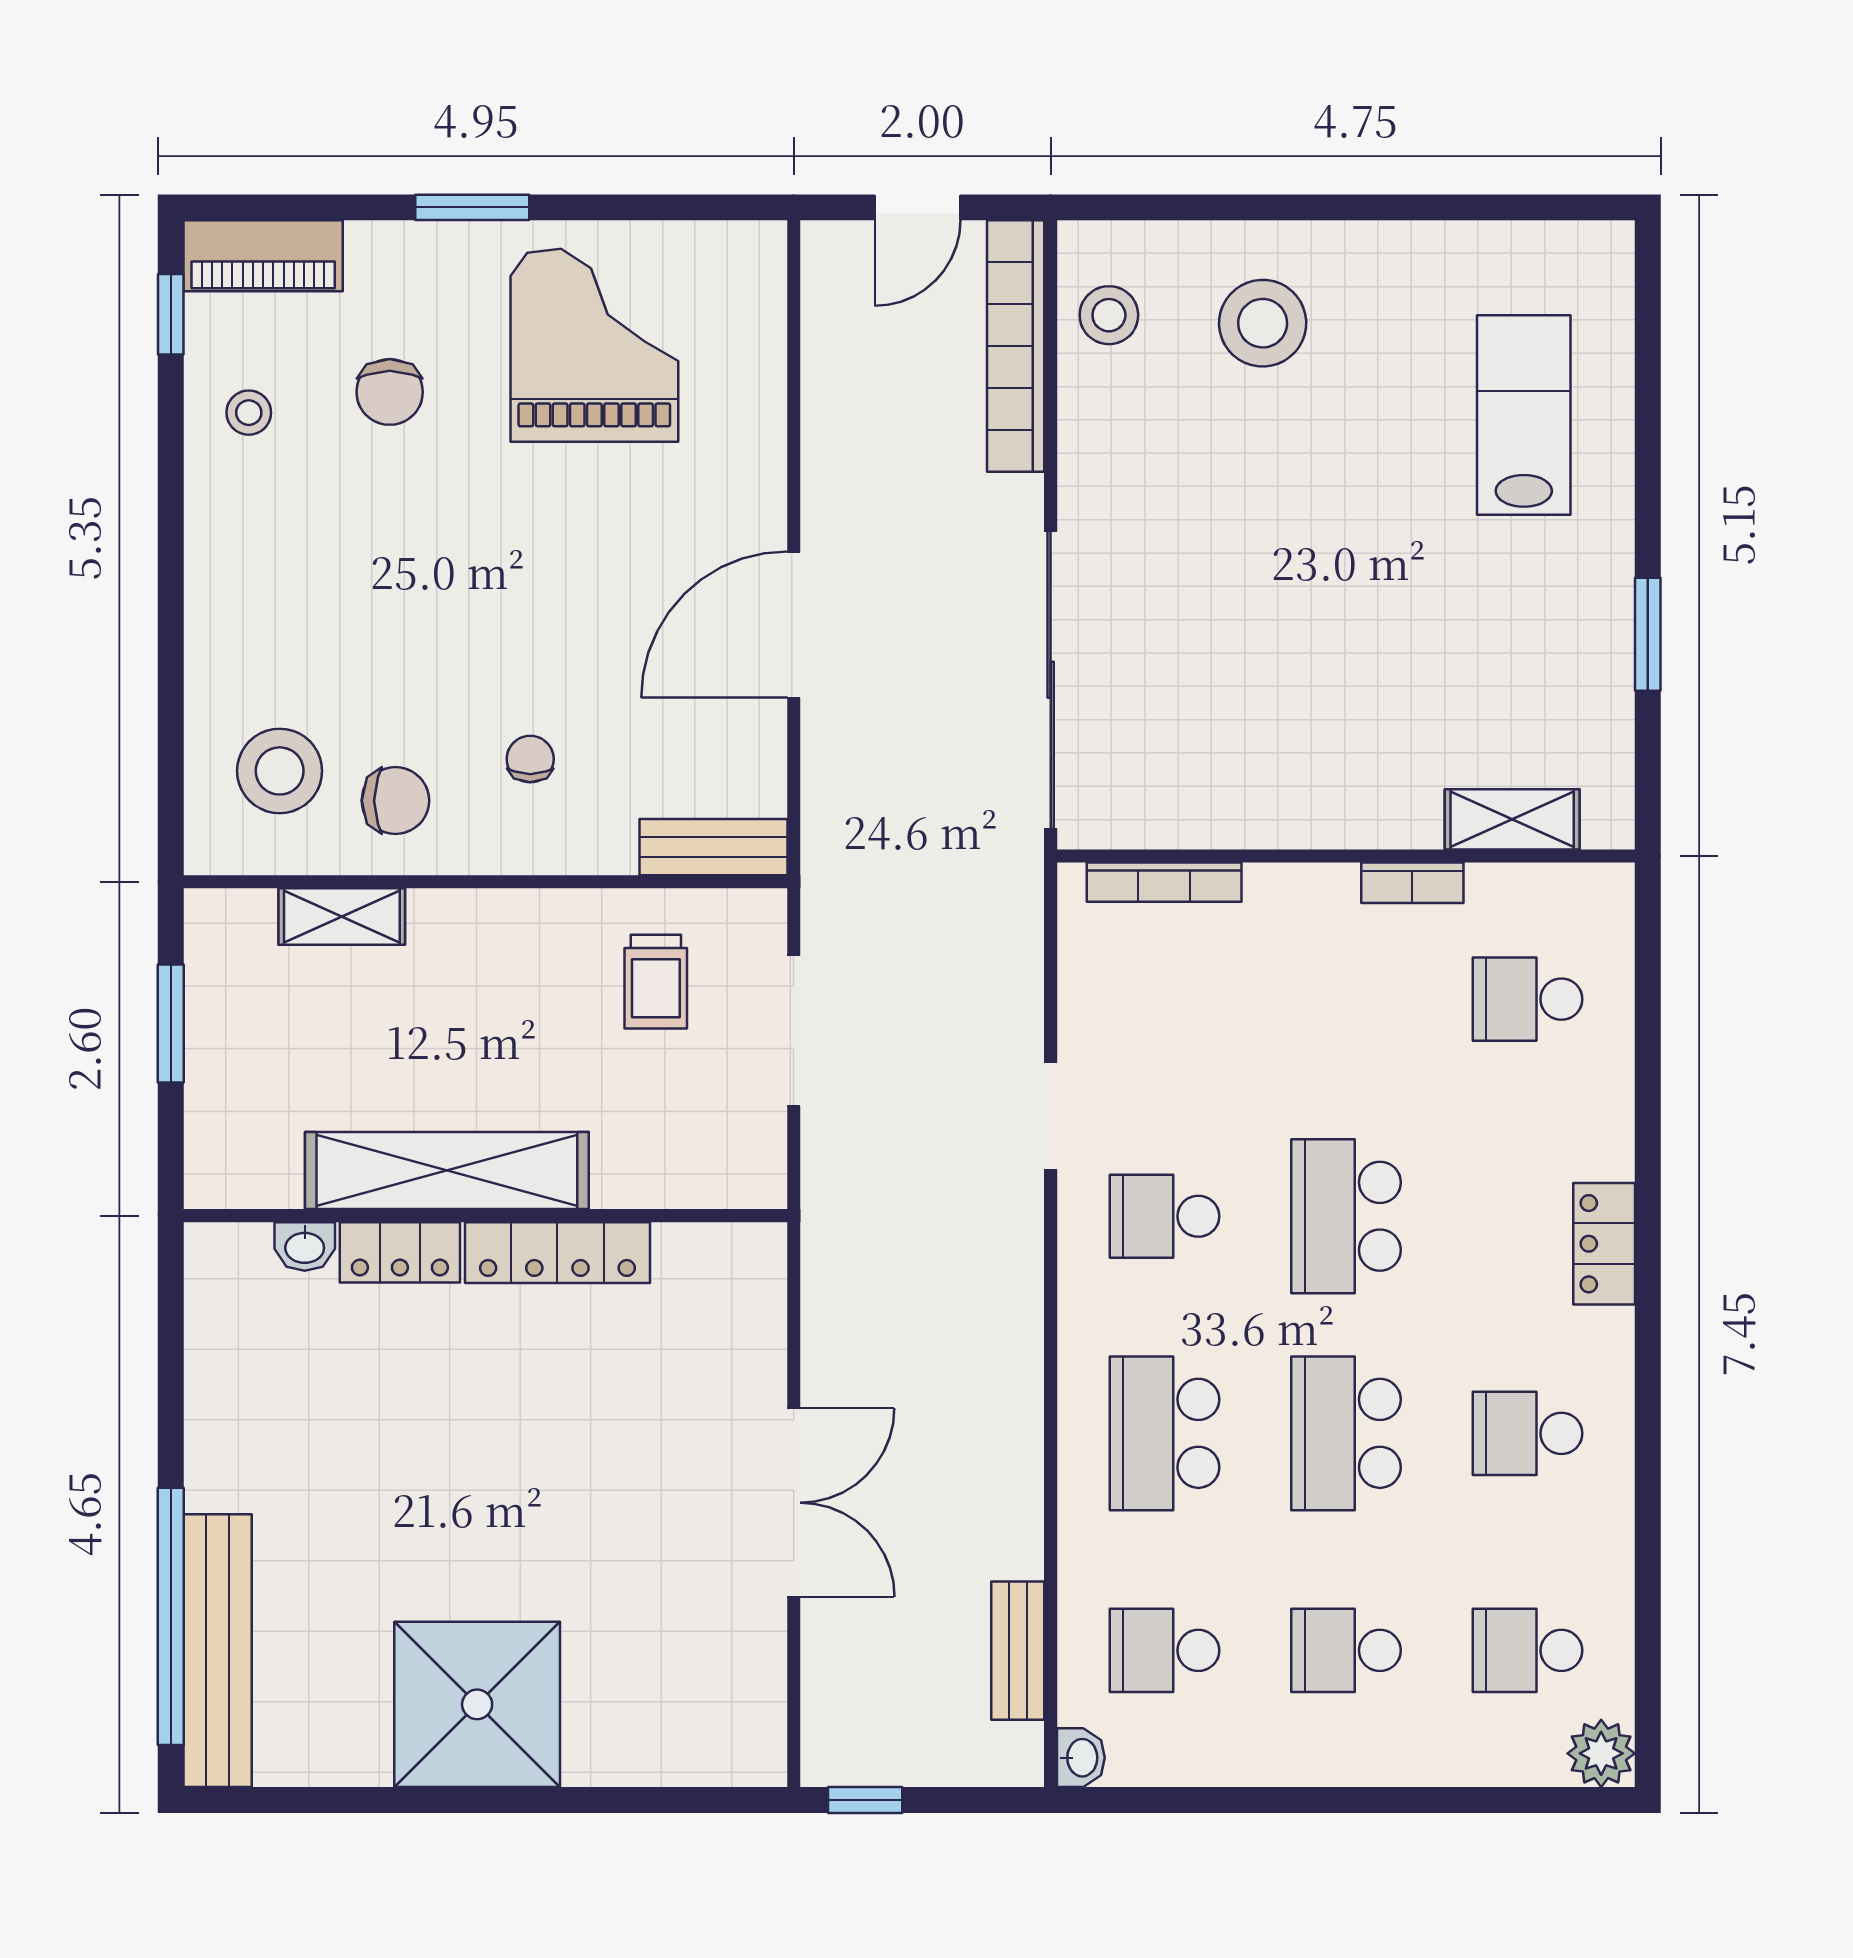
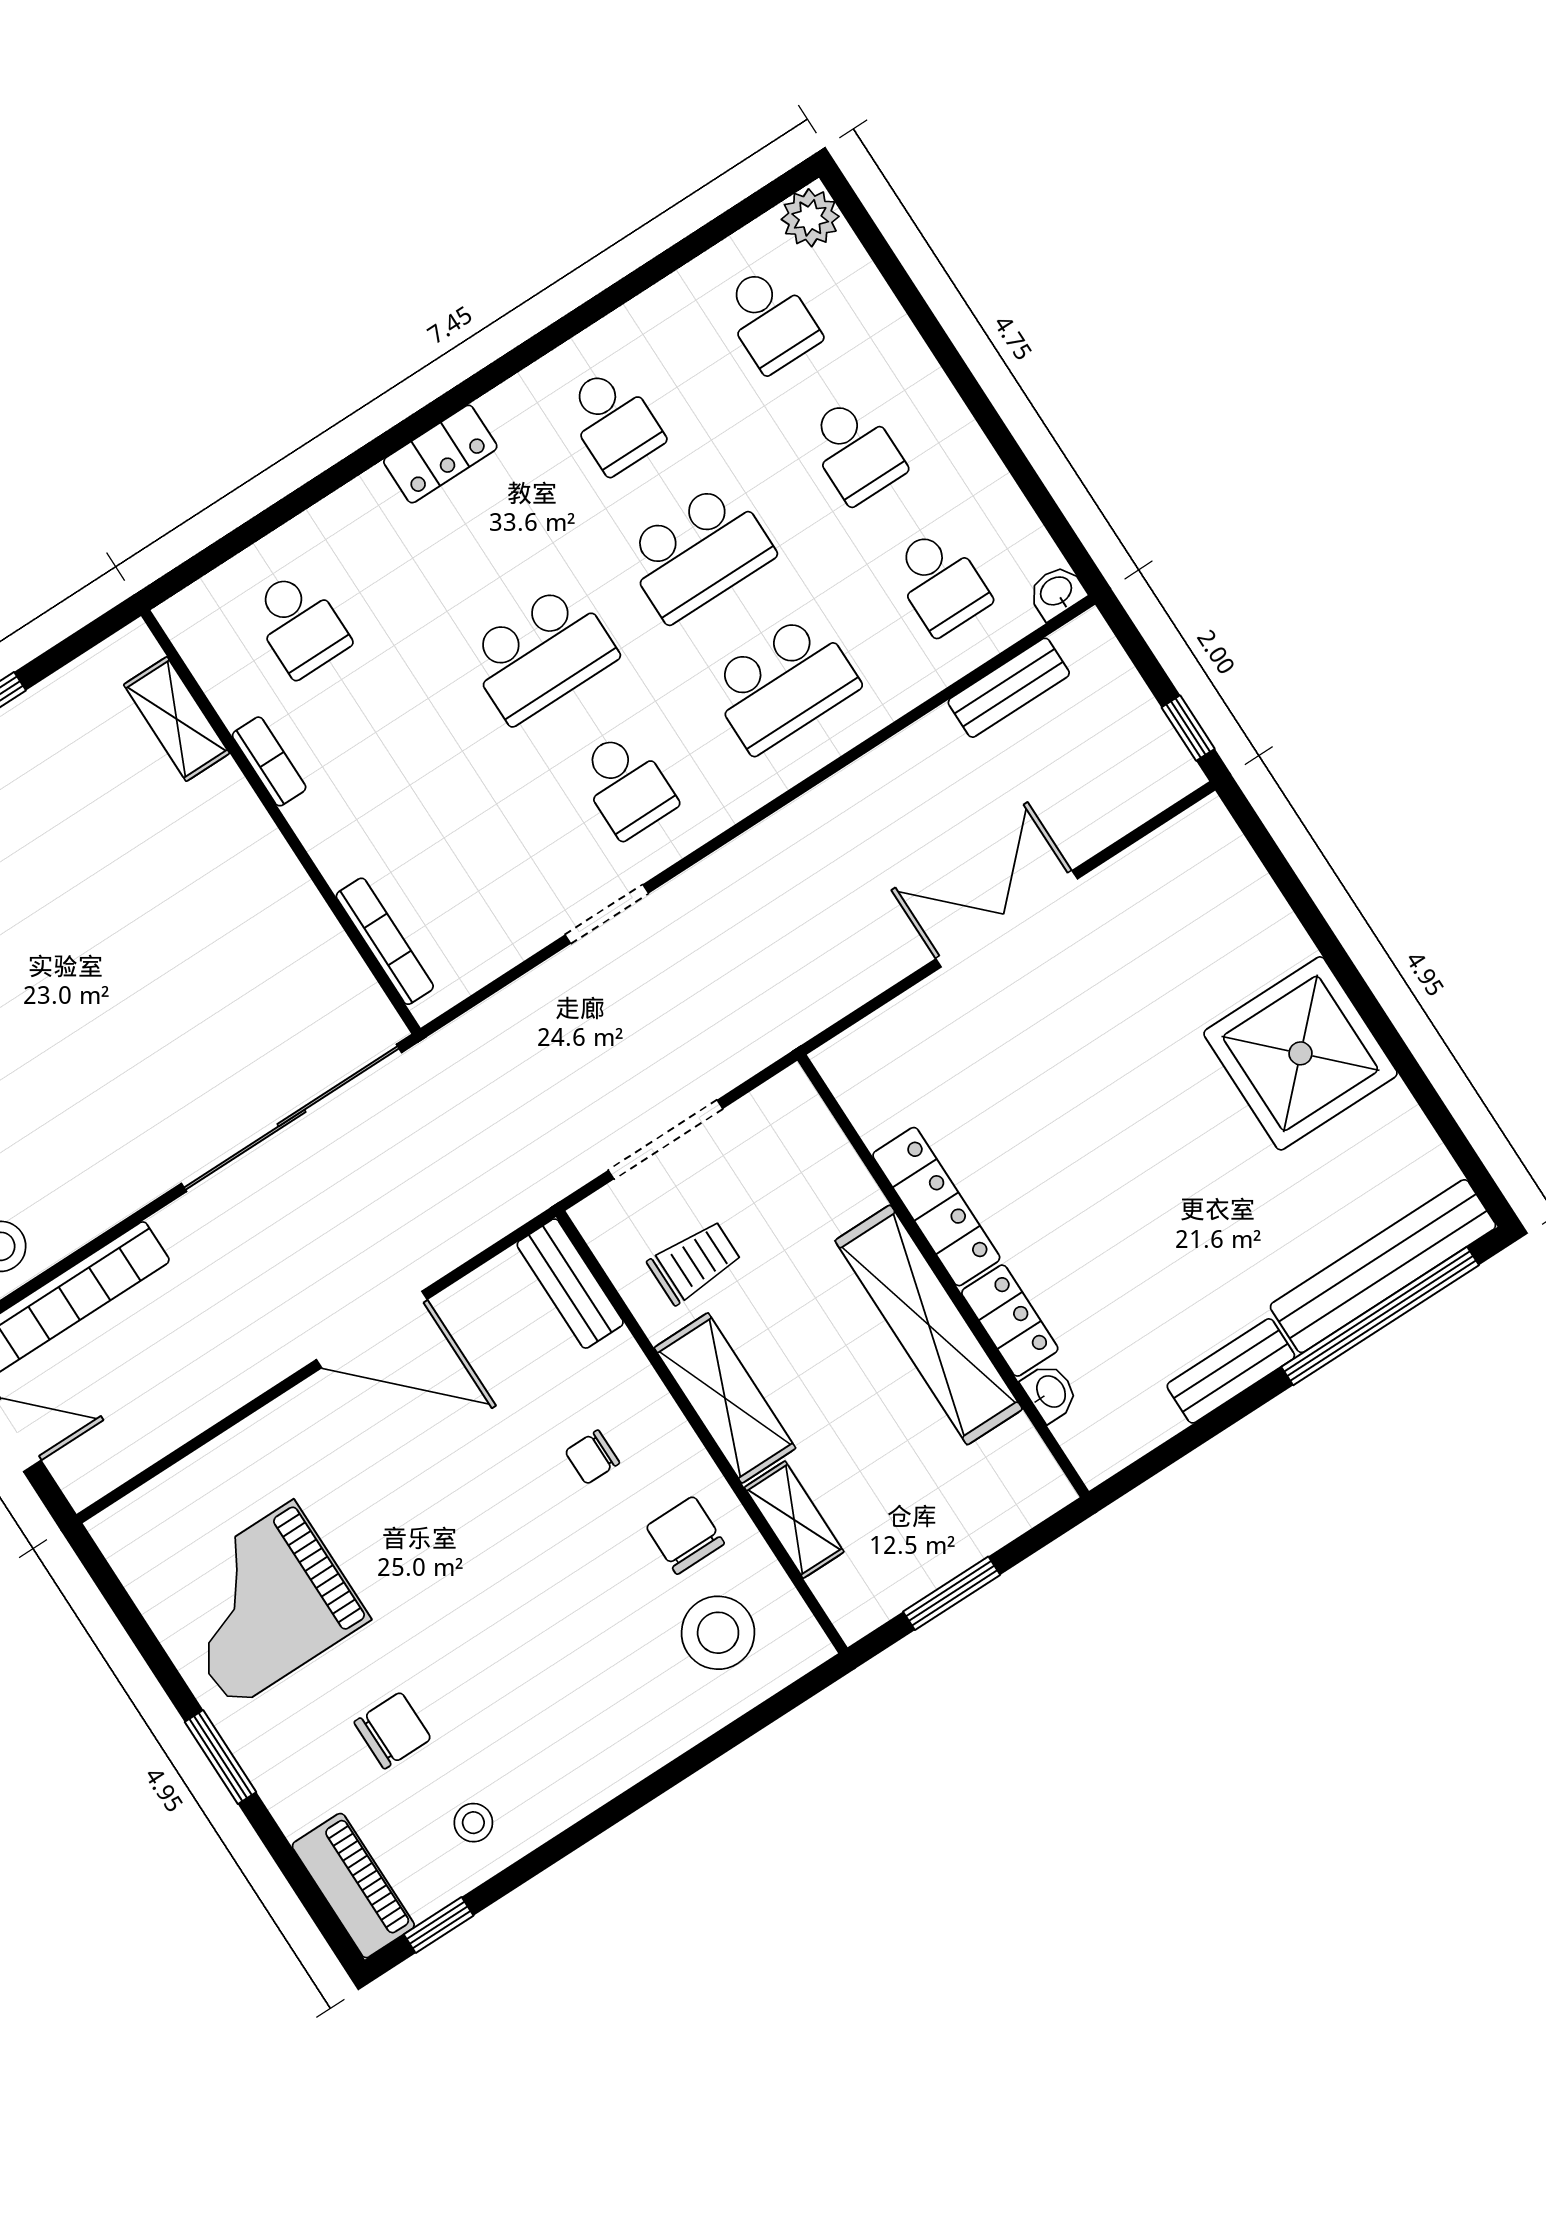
shelving: (504, 926) -> (725, 1398), added
bench: (211, 1436) -> (1231, 1371), added

